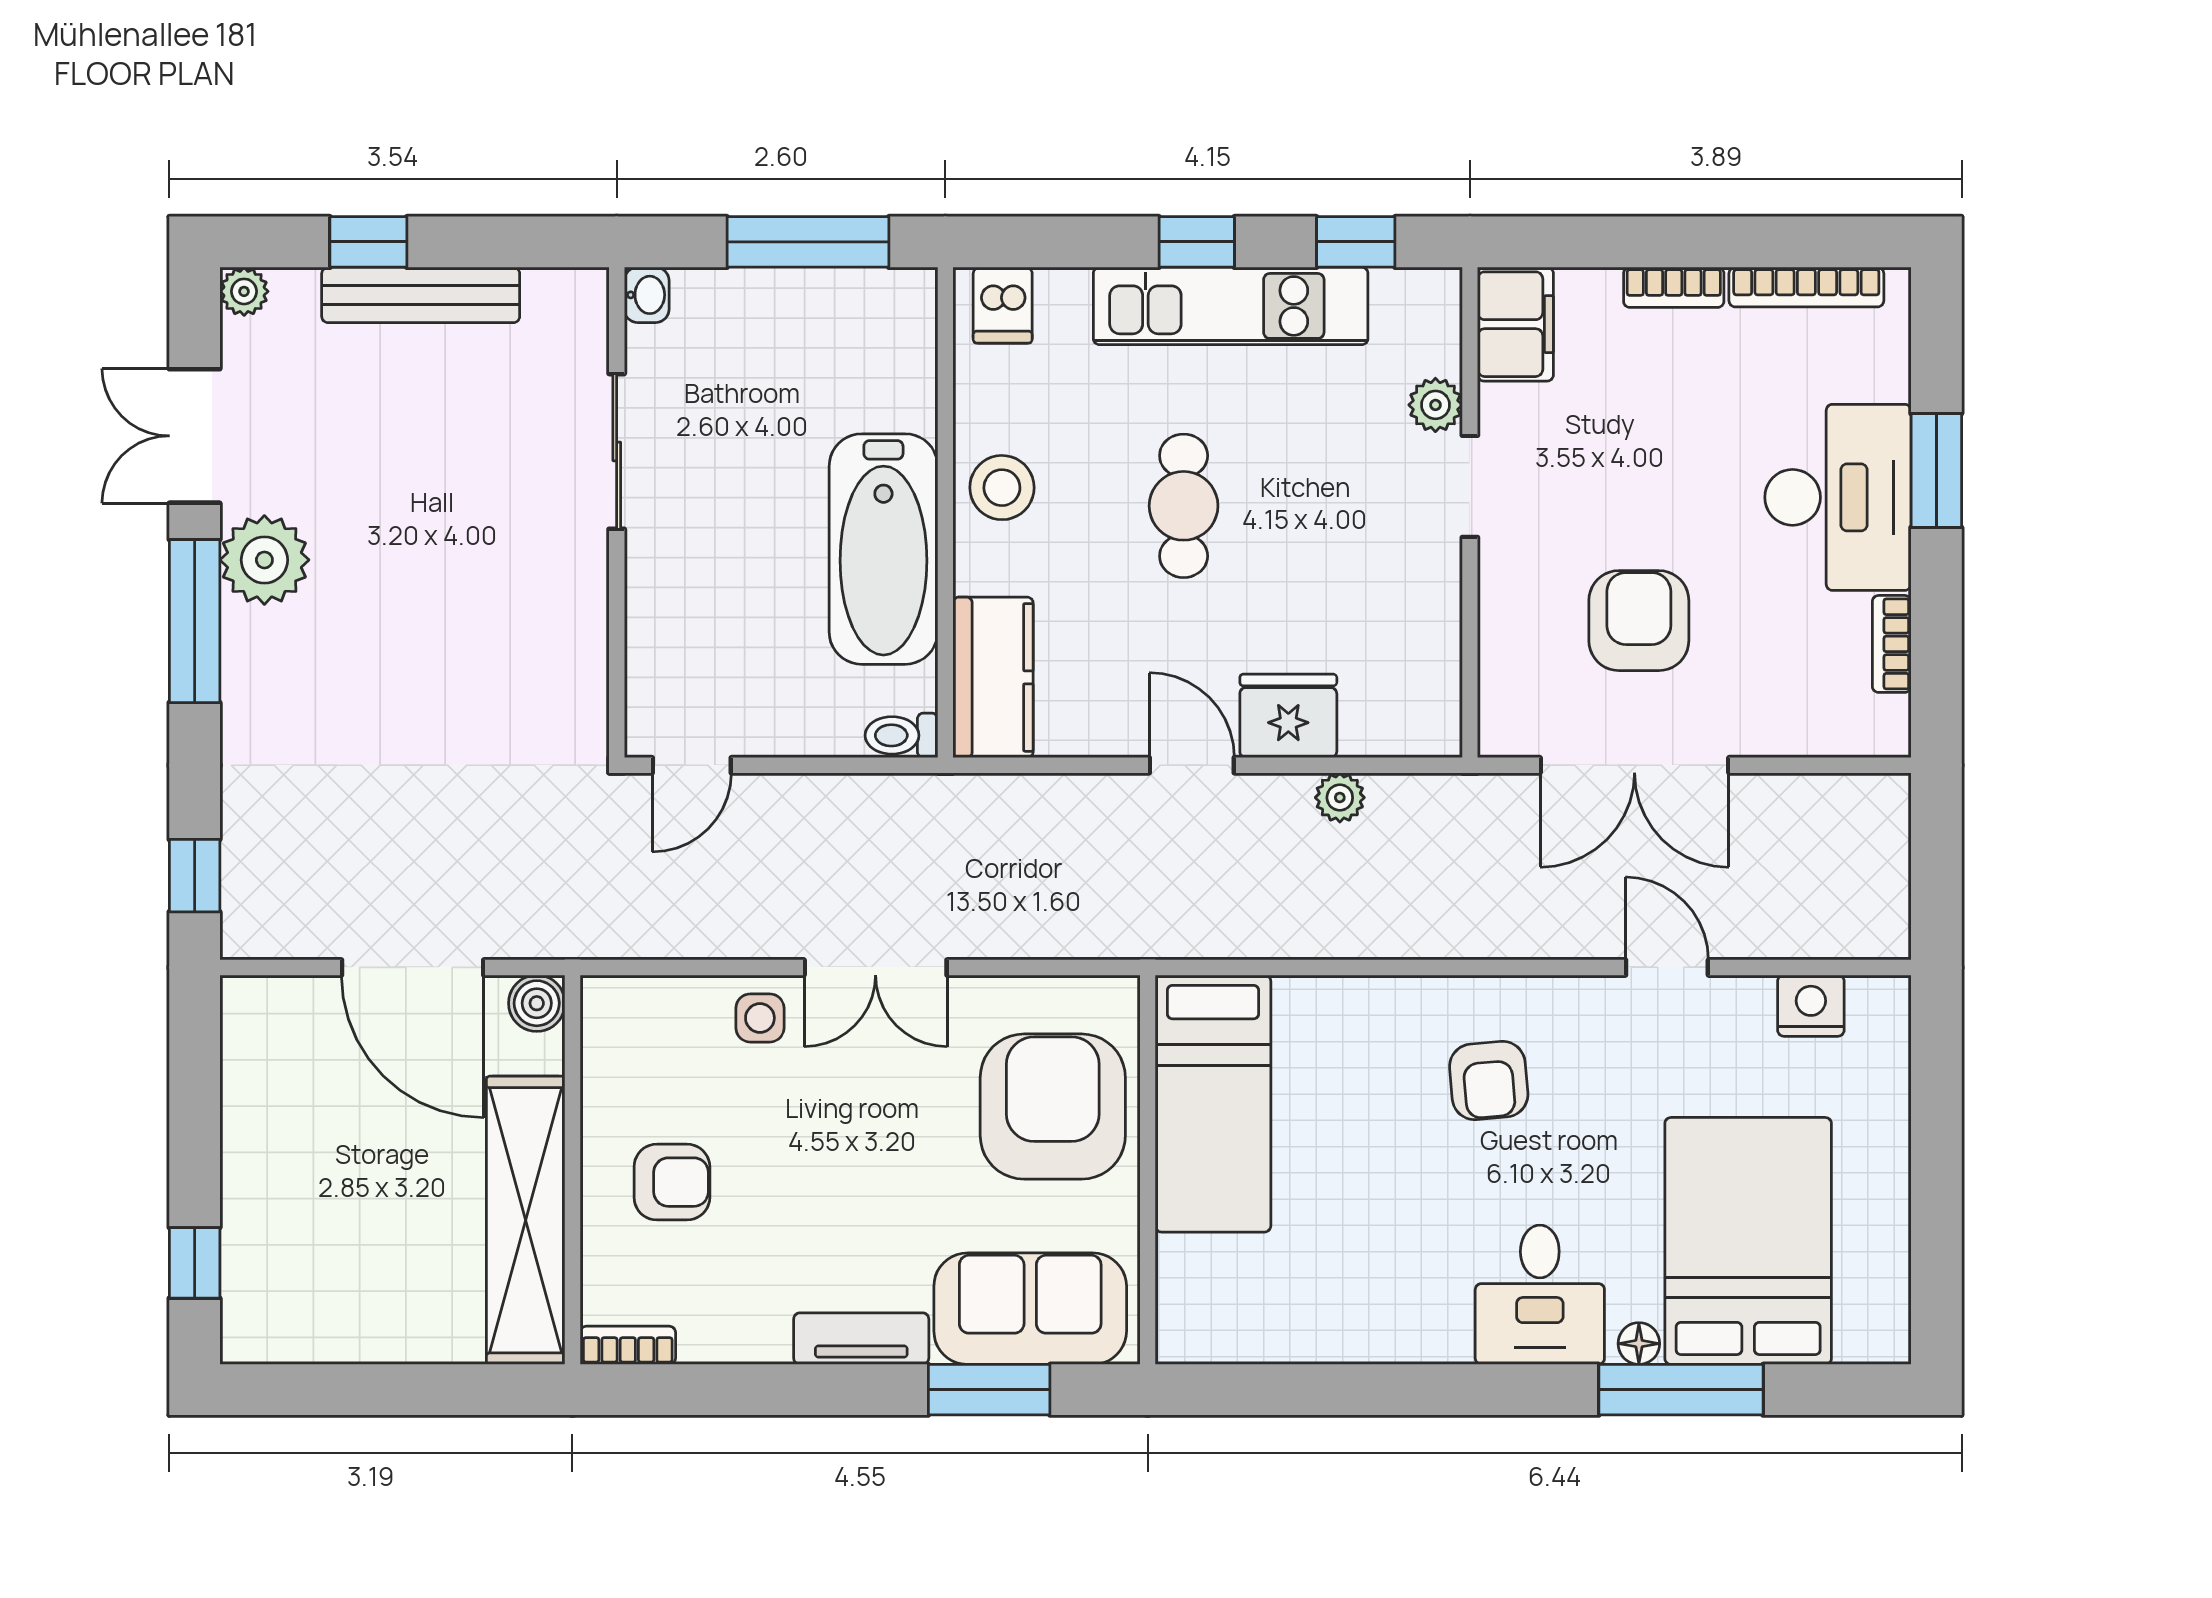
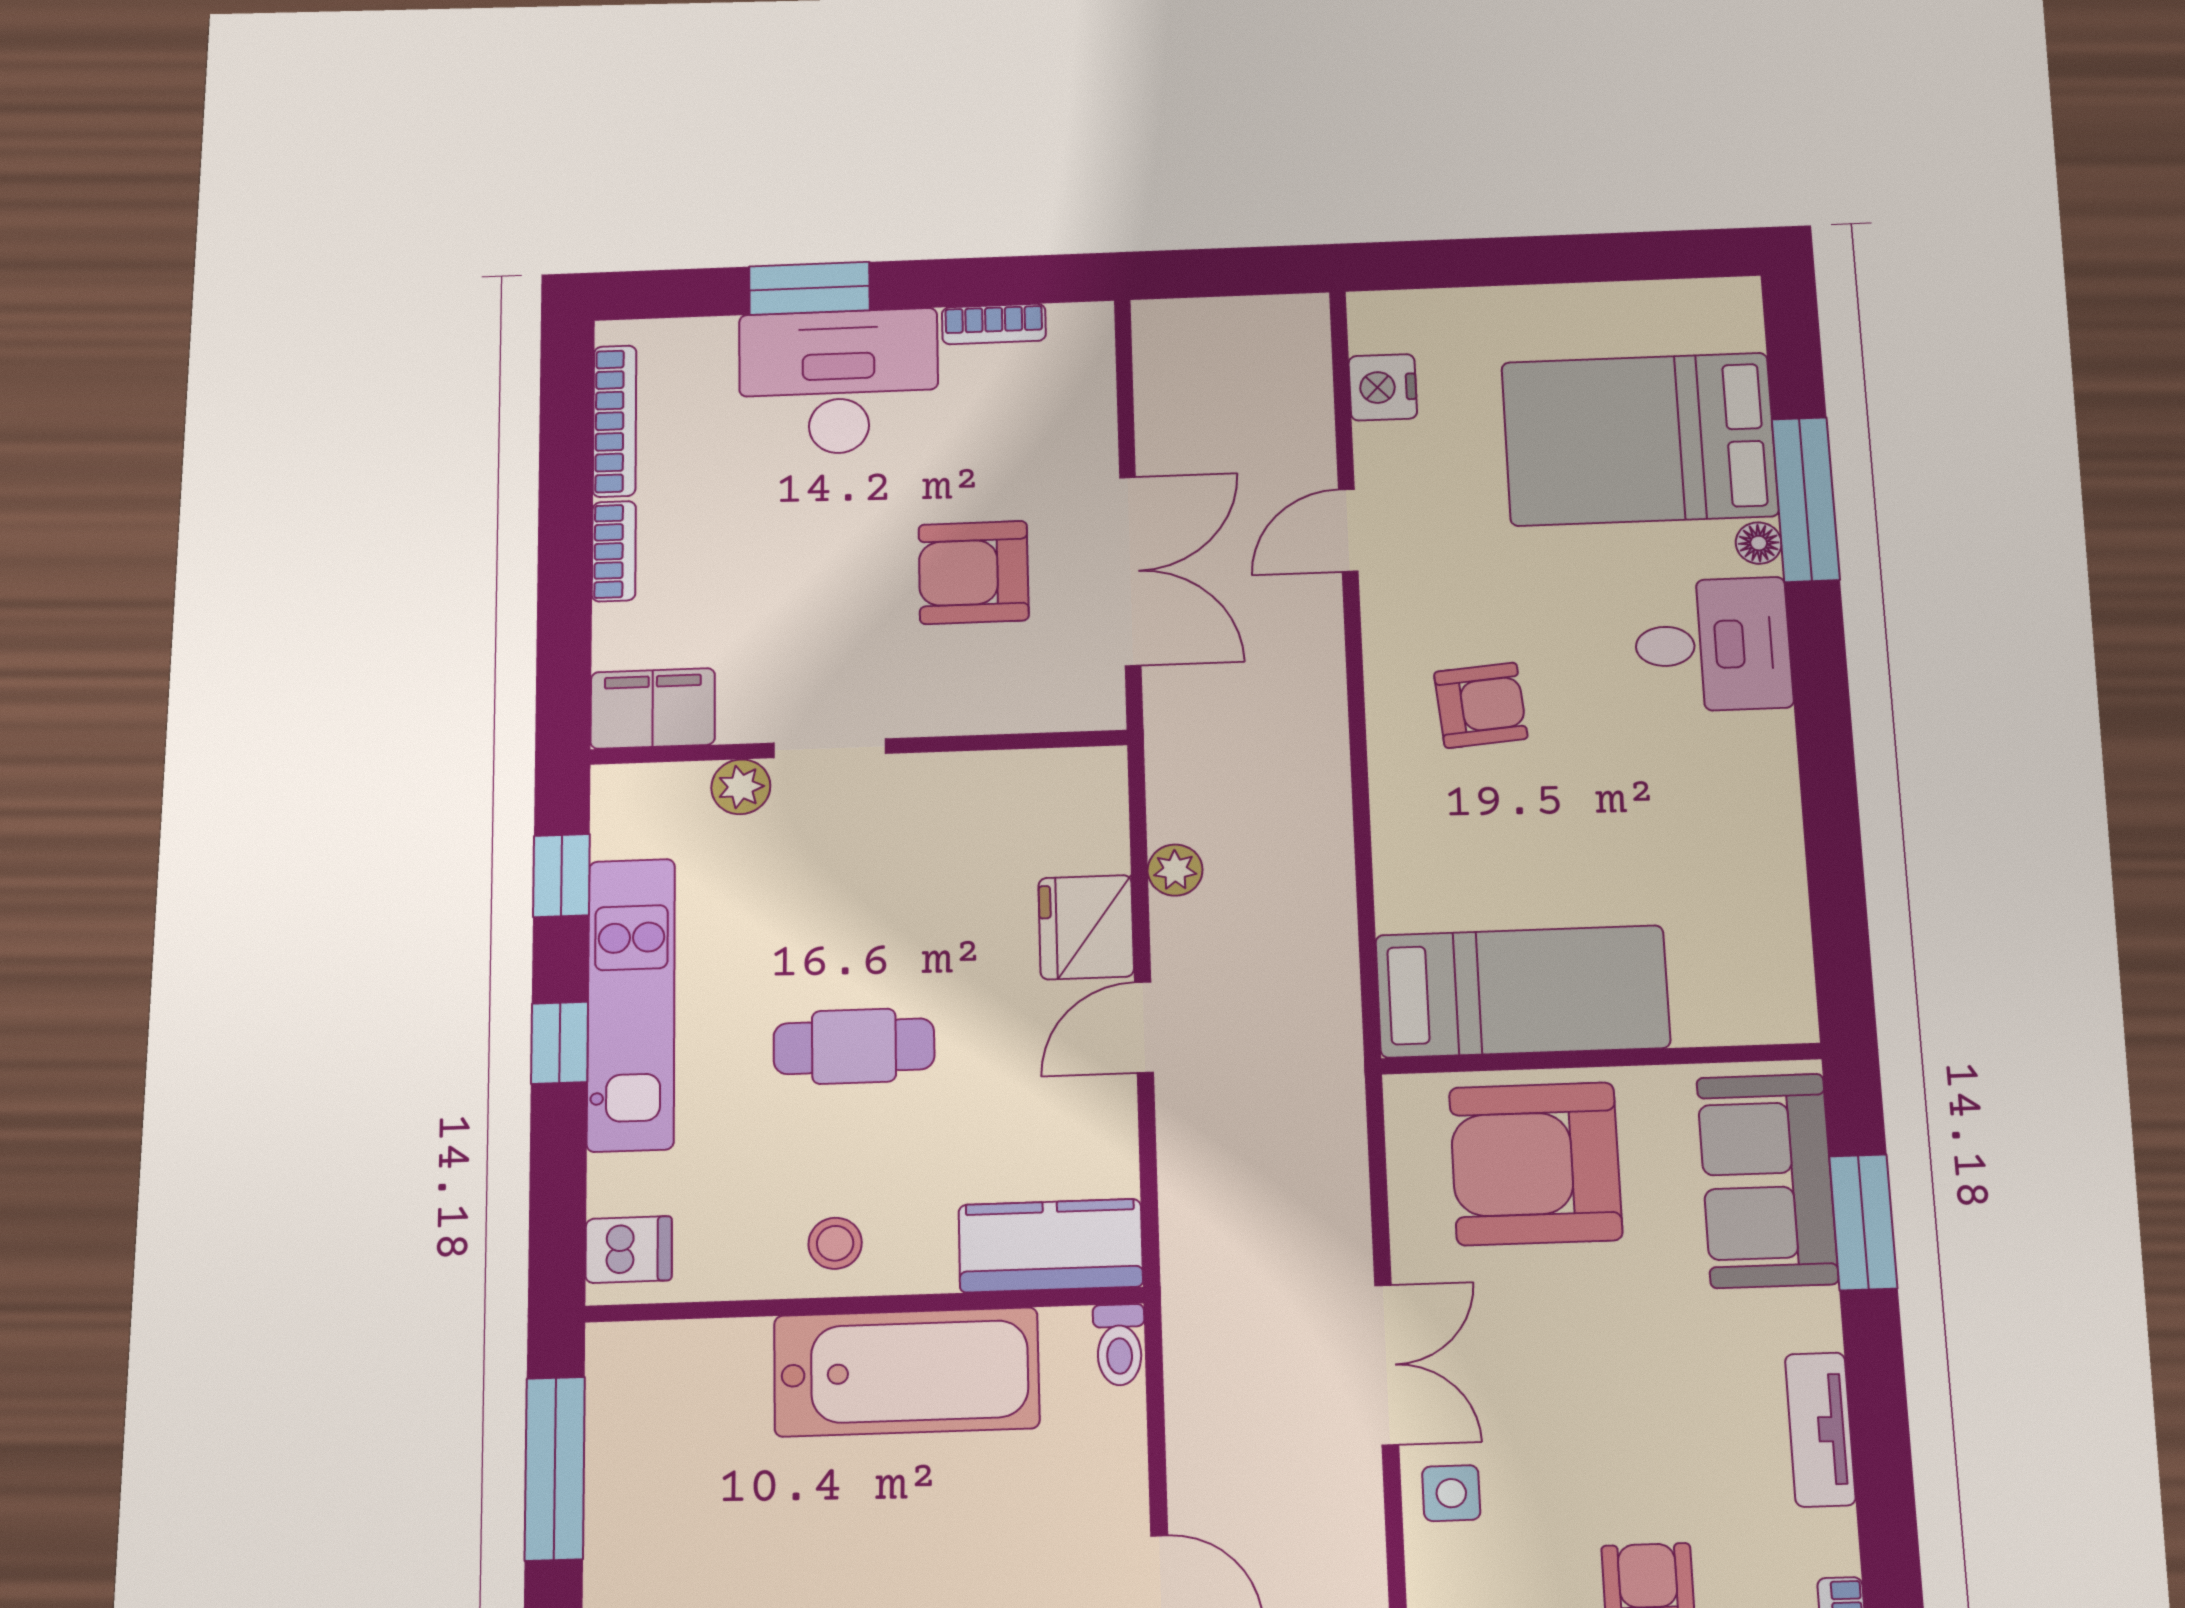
stool: (1002, 488) -> (835, 1243), width x0.73, depth x0.73
tv unit: (861, 1339) -> (1820, 1429), moved

